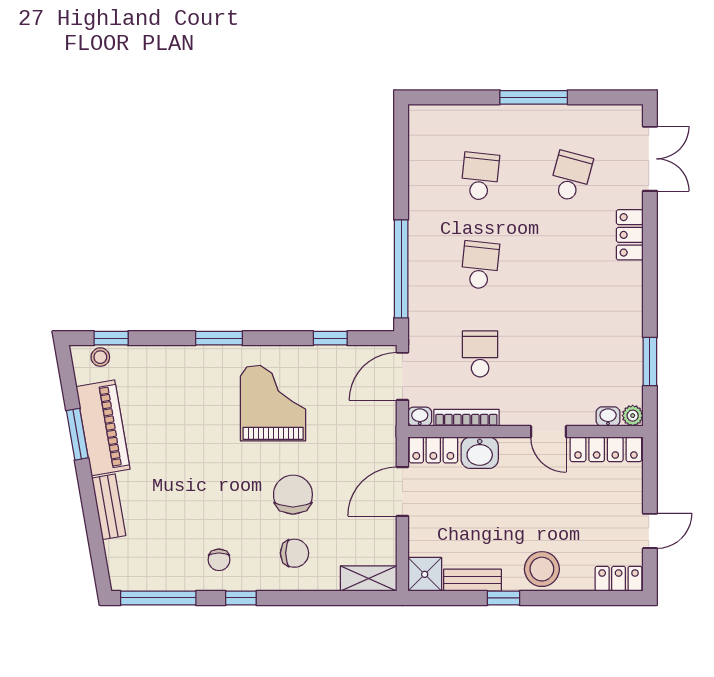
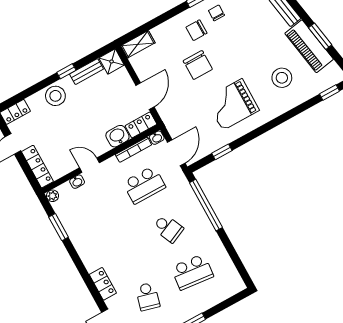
school desk: (480, 176) -> (192, 272), width x1.85
school desk: (480, 265) -> (168, 228), turned -30
window: (219, 338) -> (277, 122), removed
school desk: (480, 354) -> (144, 185), width x1.85
stool: (100, 357) -> (282, 78), moved, width x1.89, depth x1.89
grand piano: (273, 403) -> (232, 104), turned 90
washbasin: (608, 417) -> (77, 182), moved
locker: (606, 449) -> (37, 167), moved, turned 90
chair: (295, 553) -> (196, 30), moved

